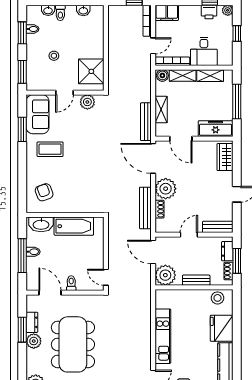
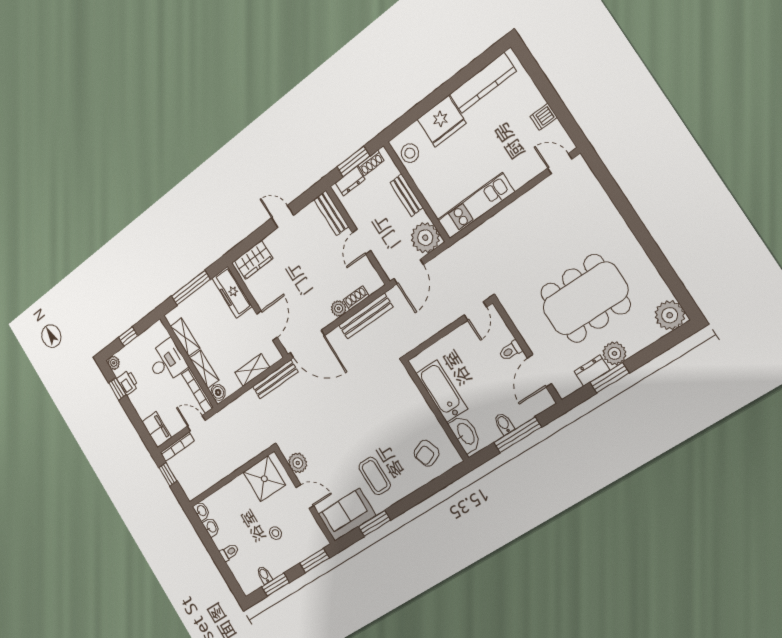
washbasin: (48, 10) -> (202, 511), moved
door: (153, 158) -> (307, 344), hinge flipped
plant: (166, 189) -> (339, 308), width x0.53, depth x0.53
door: (189, 235) -> (362, 242), hinge flipped
kitchen unit: (163, 336) -> (476, 206), moved

